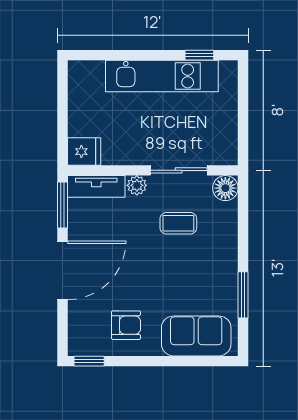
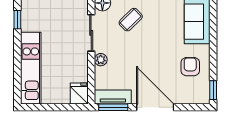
kitchen unit: (162, 76) -> (31, 68), moved
tv unit: (96, 186) -> (113, 97), moved, turned -90
coffee table: (178, 223) -> (131, 20), moved, turned 46

